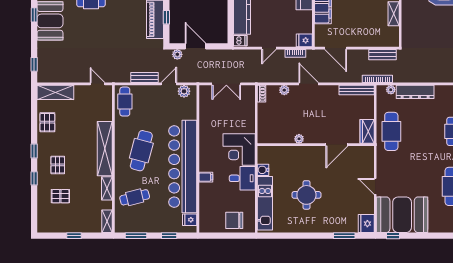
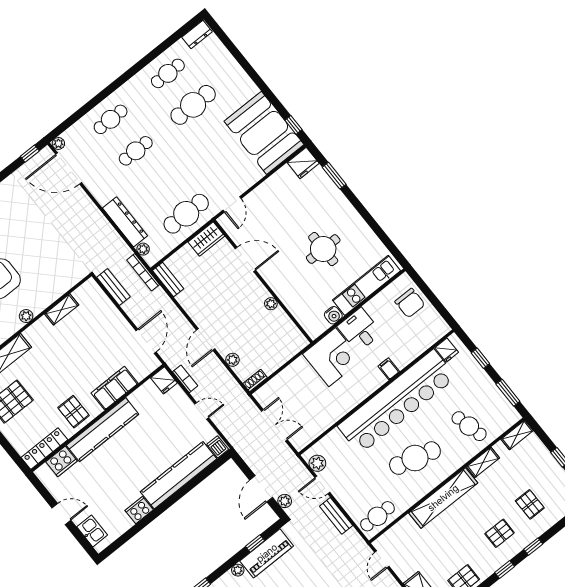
bench: (357, 90) -> (168, 280), width x0.73
door: (375, 186) -> (232, 204), moved

